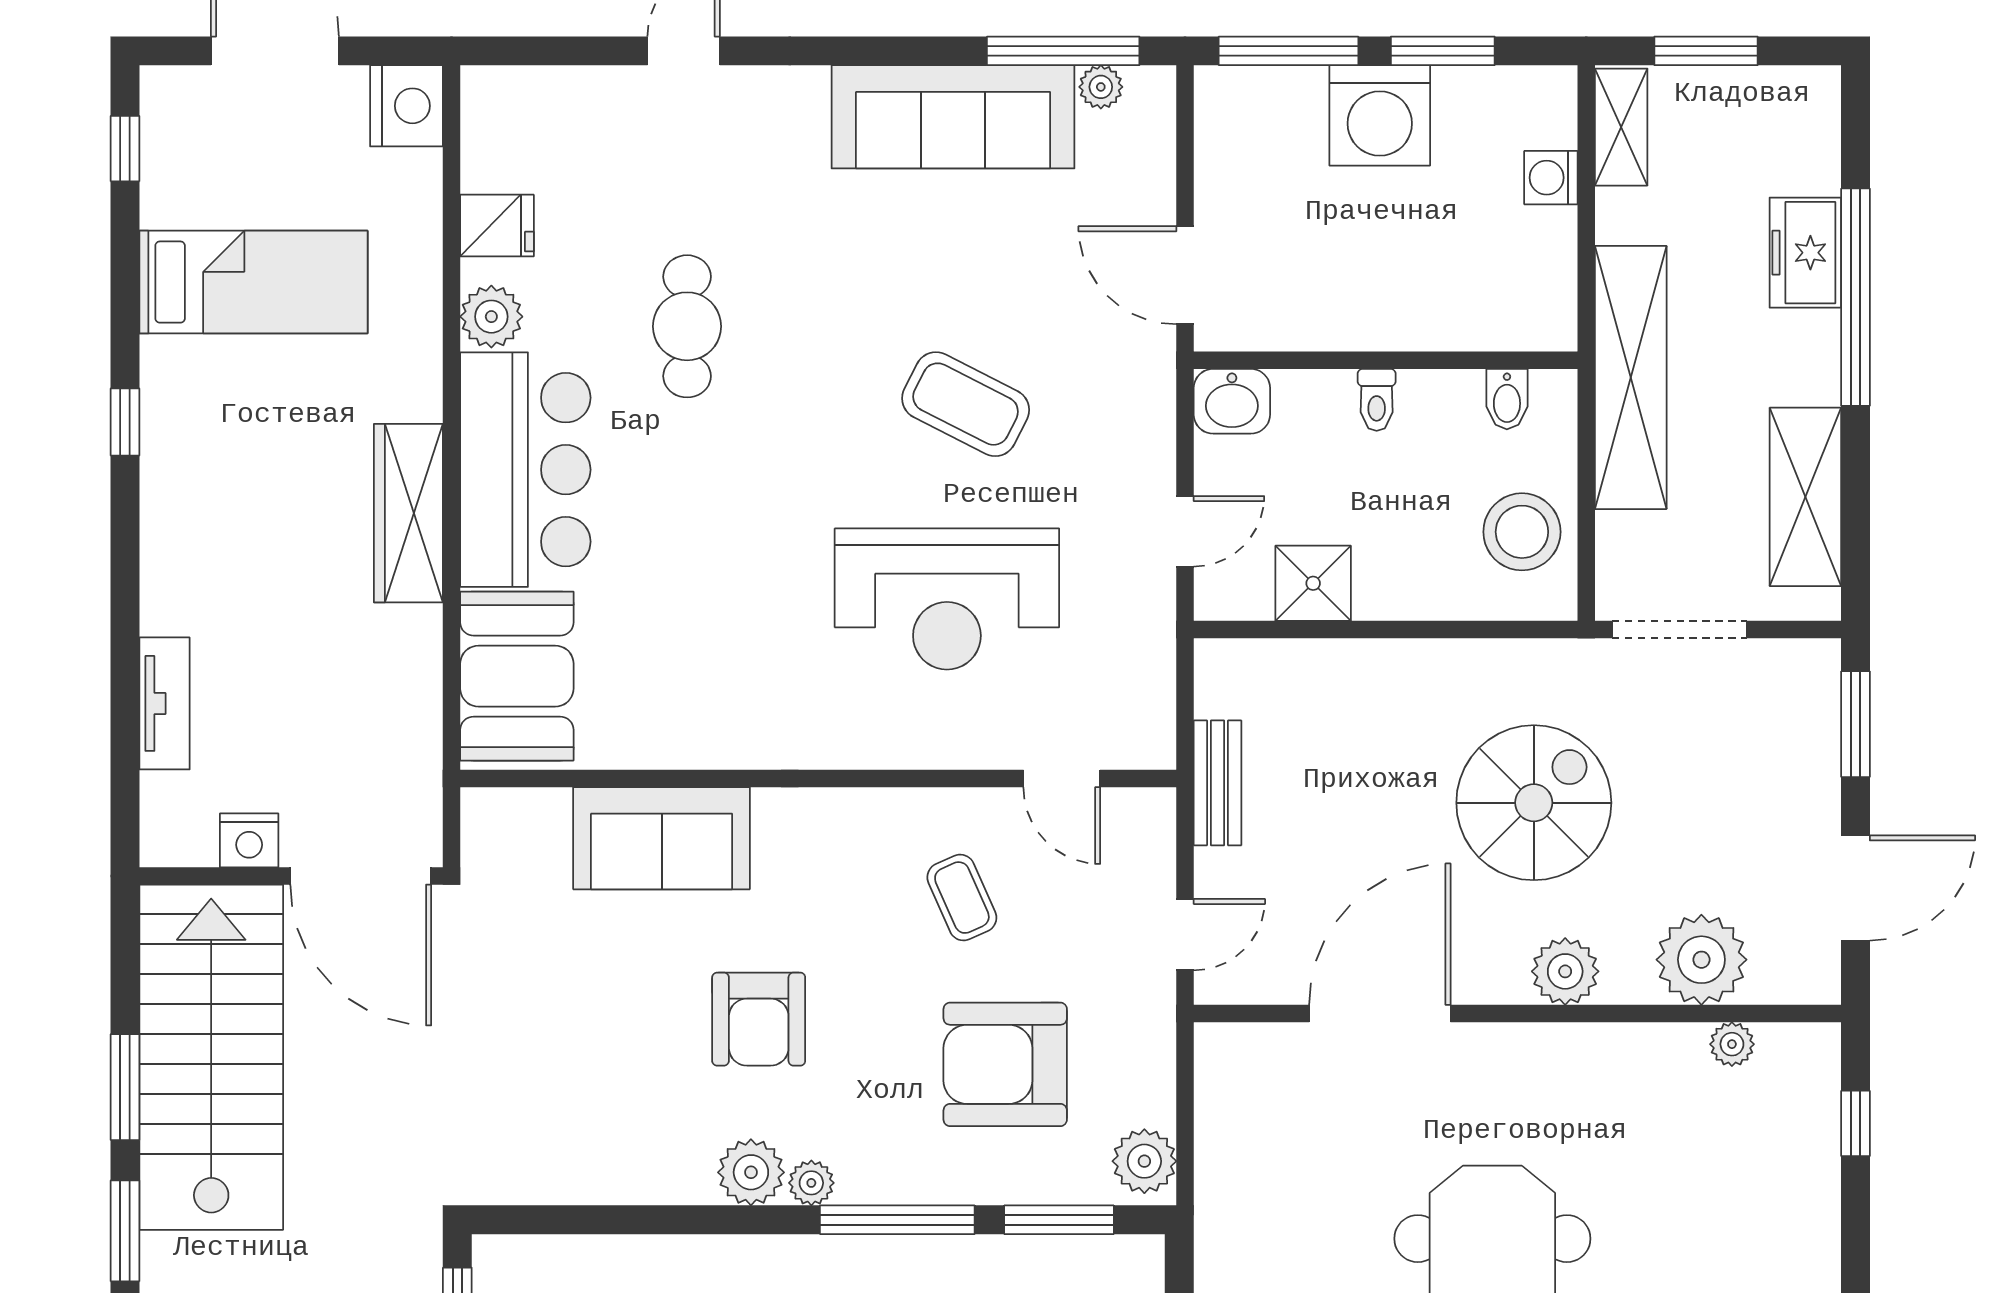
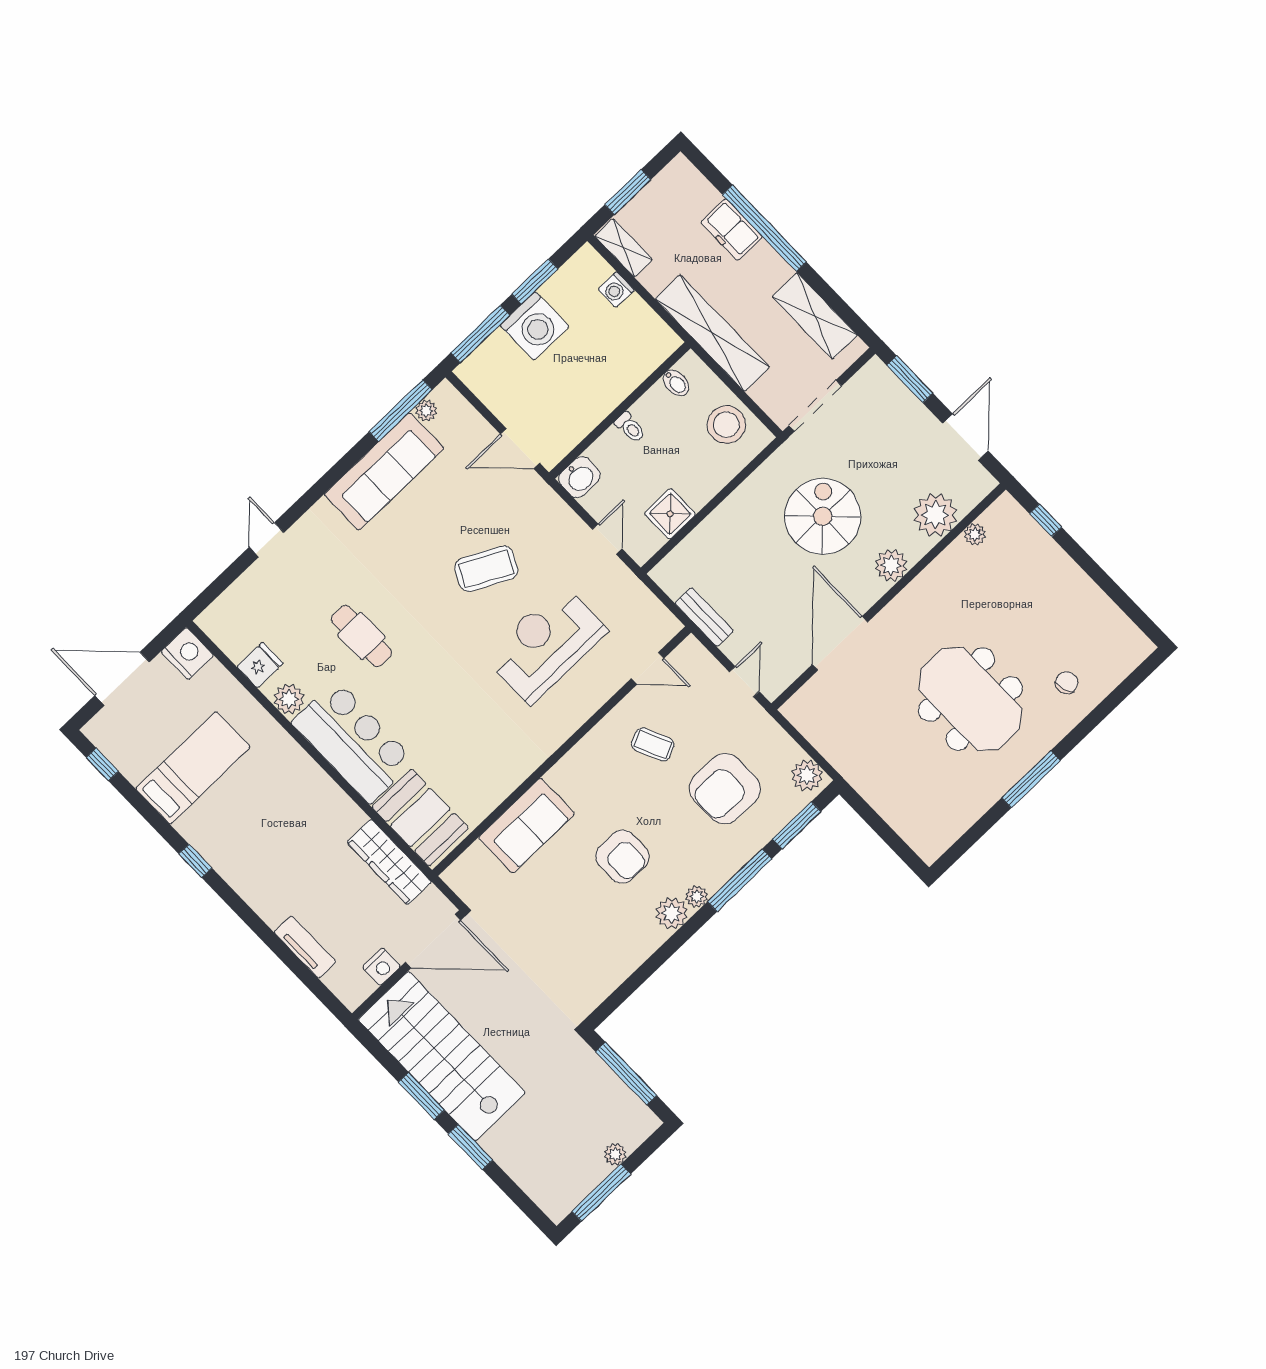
wardrobe: (408, 513) -> (389, 862), moved
reception desk: (947, 599) -> (546, 644), turned 180

